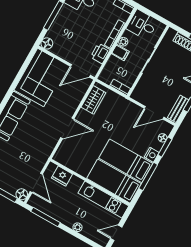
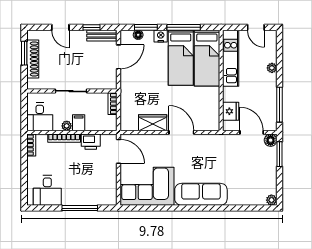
floor lamp: (47, 43) -> (110, 199), removed
wardrobe: (93, 100) -> (153, 123), moved
door: (154, 113) -> (119, 57), hinge flipped
door: (36, 183) -> (252, 132), hinge flipped

